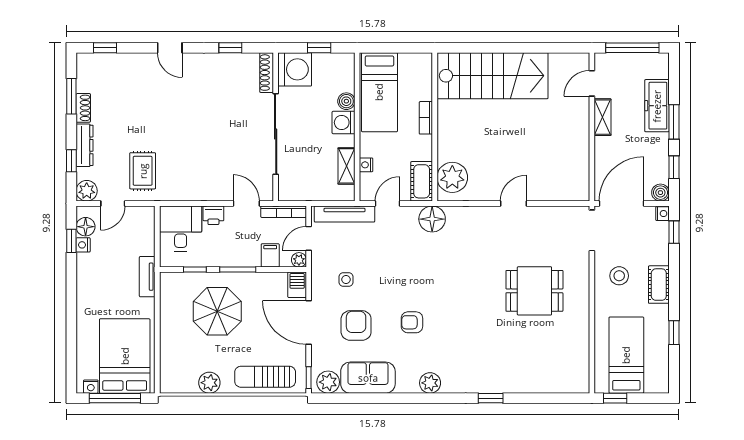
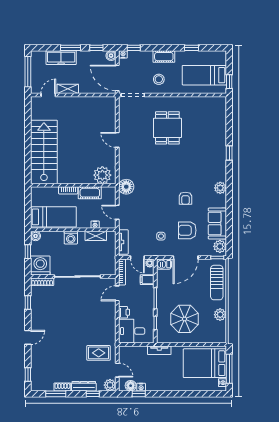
door: (592, 83) -> (48, 95), swing flipped
boiler: (346, 101) -> (36, 236), moved
cot: (422, 181) -> (90, 193), moved
tv unit: (344, 214) -> (123, 242), width x0.71
parasol: (217, 311) -> (185, 319), moved

